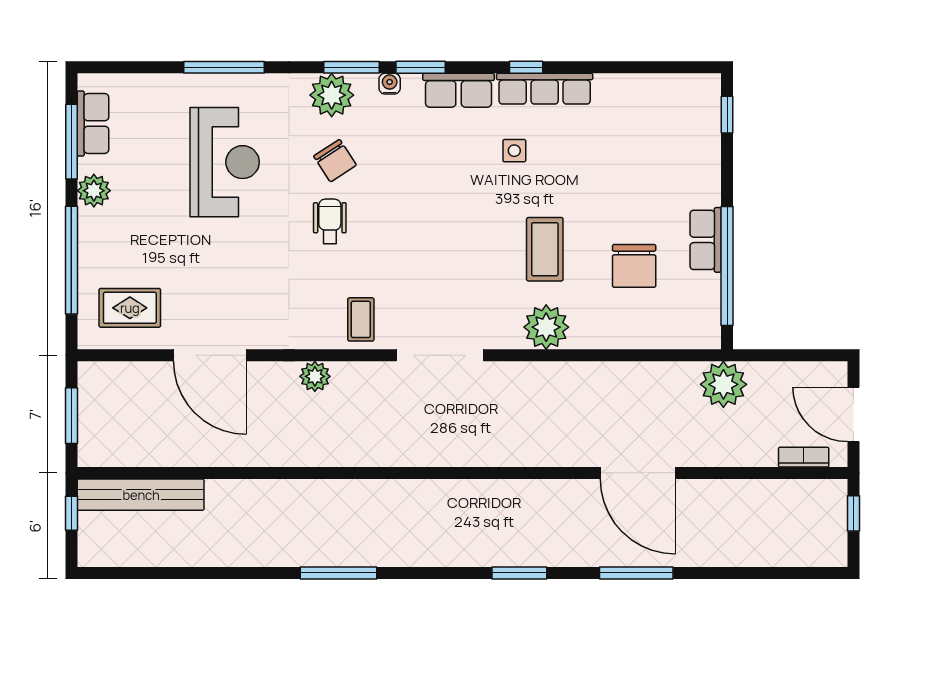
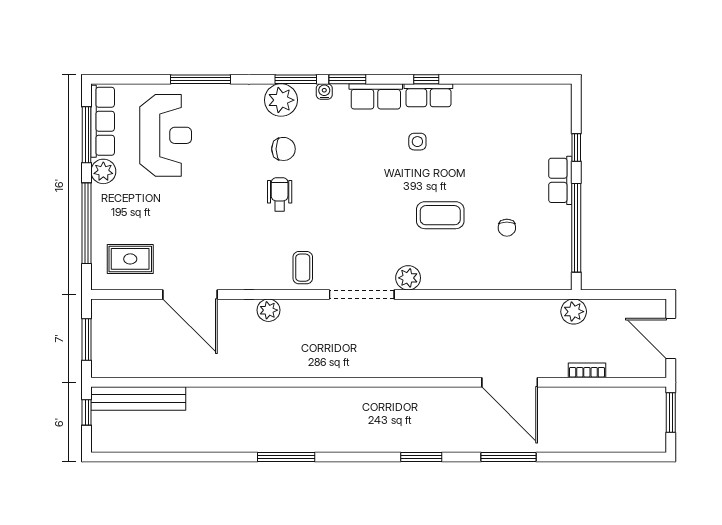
row of seats: (545, 89) -> (428, 95), width x0.68
window: (727, 115) -> (576, 147), moved
row of seats: (93, 123) -> (103, 121), width x1.48
chair: (335, 161) -> (283, 149), turned -57
reception desk: (225, 162) -> (166, 135), moved
row of seats: (706, 240) -> (560, 180), moved
coffee table: (545, 249) -> (440, 215), turned 90
chair: (634, 266) -> (507, 228), width x0.54, depth x0.54
plant: (546, 327) -> (408, 278), moved, width x0.73, depth x0.73
plant: (723, 384) -> (574, 312), width x0.73, depth x0.73
bookcase: (804, 457) -> (587, 370), moved
window: (853, 513) -> (671, 413), width x1.50

